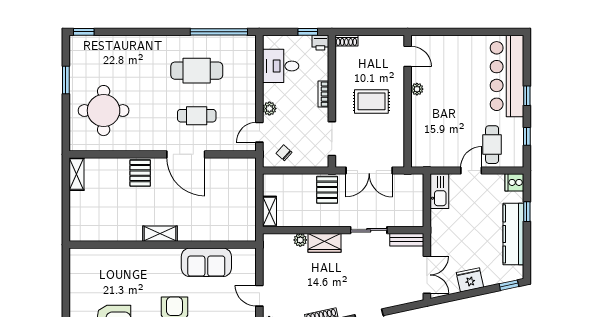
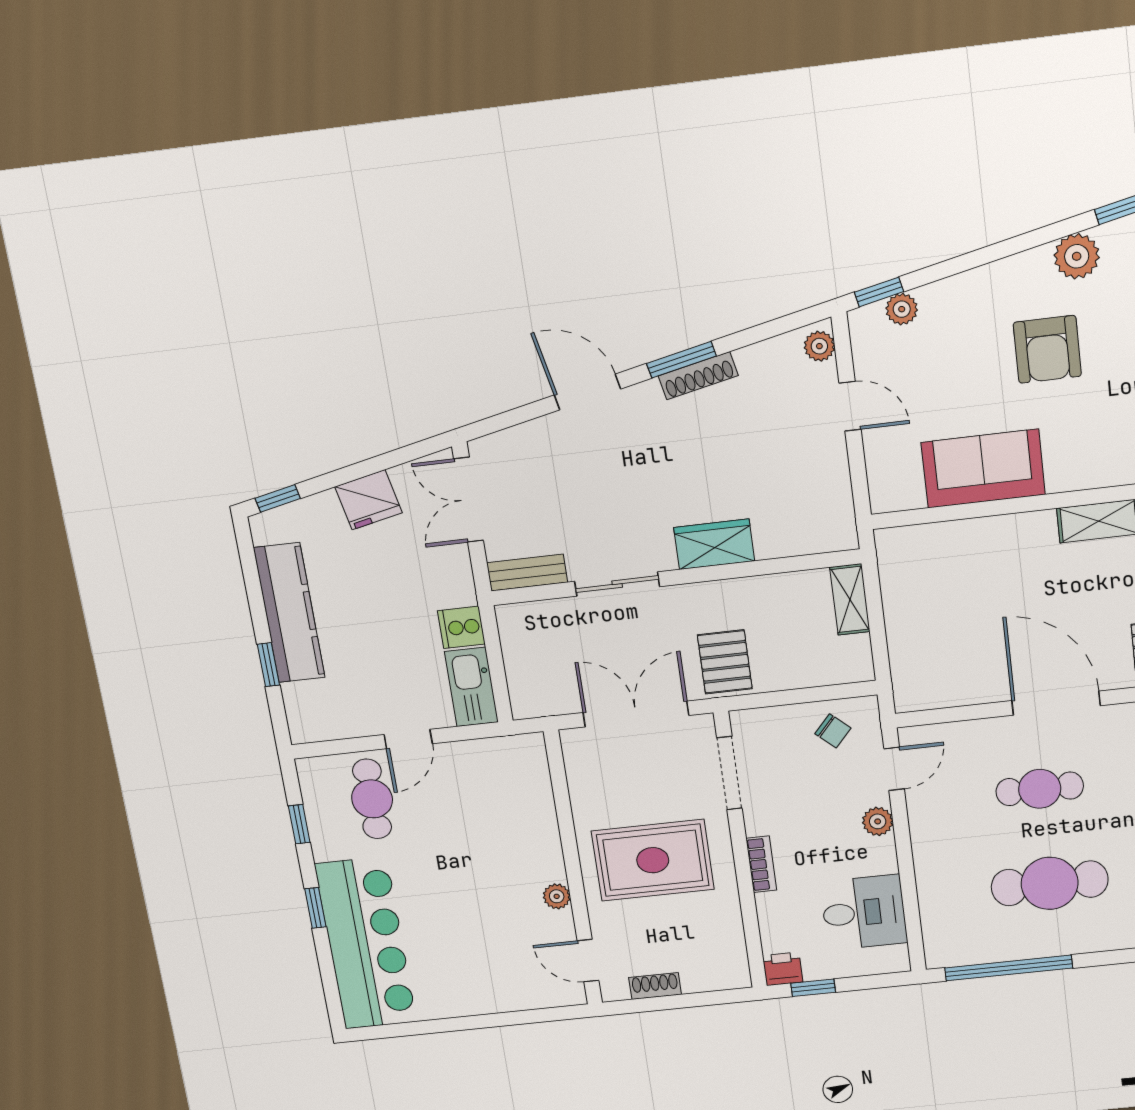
shoe rack: (346, 41) -> (655, 986), moved
rug: (371, 101) -> (653, 860), width x1.36, depth x1.43
cooker: (514, 182) -> (461, 627), moved, turned 180
plant: (300, 240) -> (771, 544), removed

